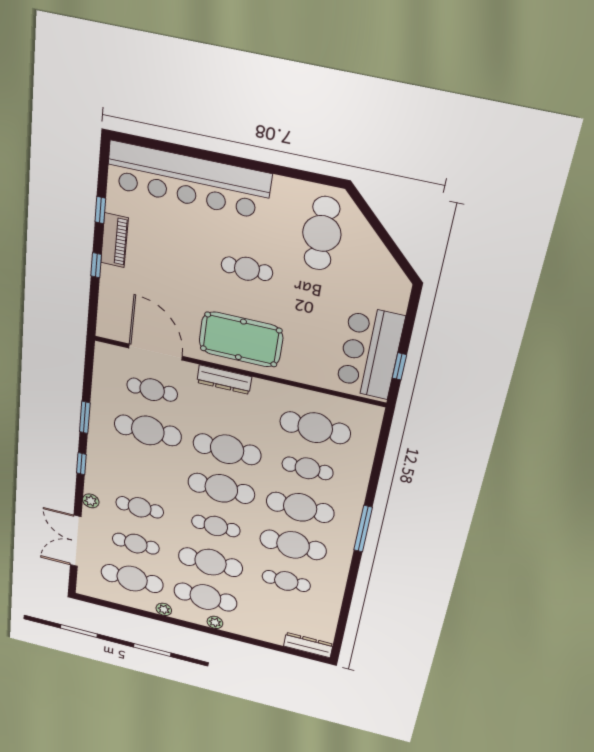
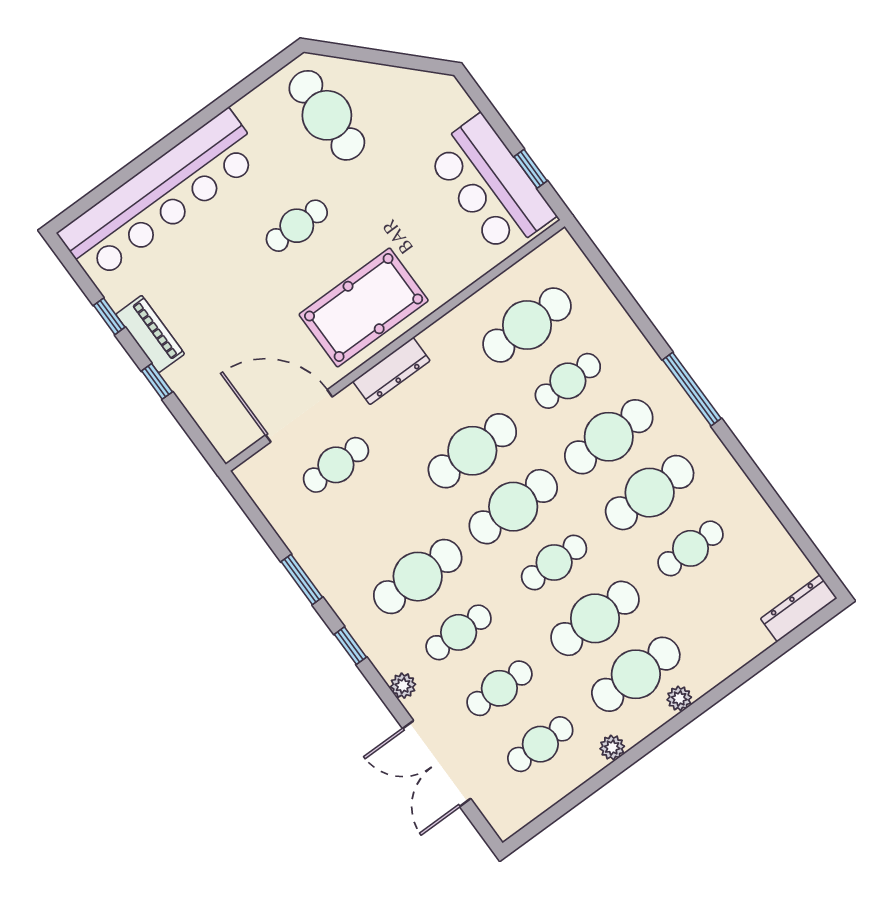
cafe table: (148, 430) -> (418, 577), moved
cafe table: (132, 579) -> (540, 744), width x0.73, depth x0.74

